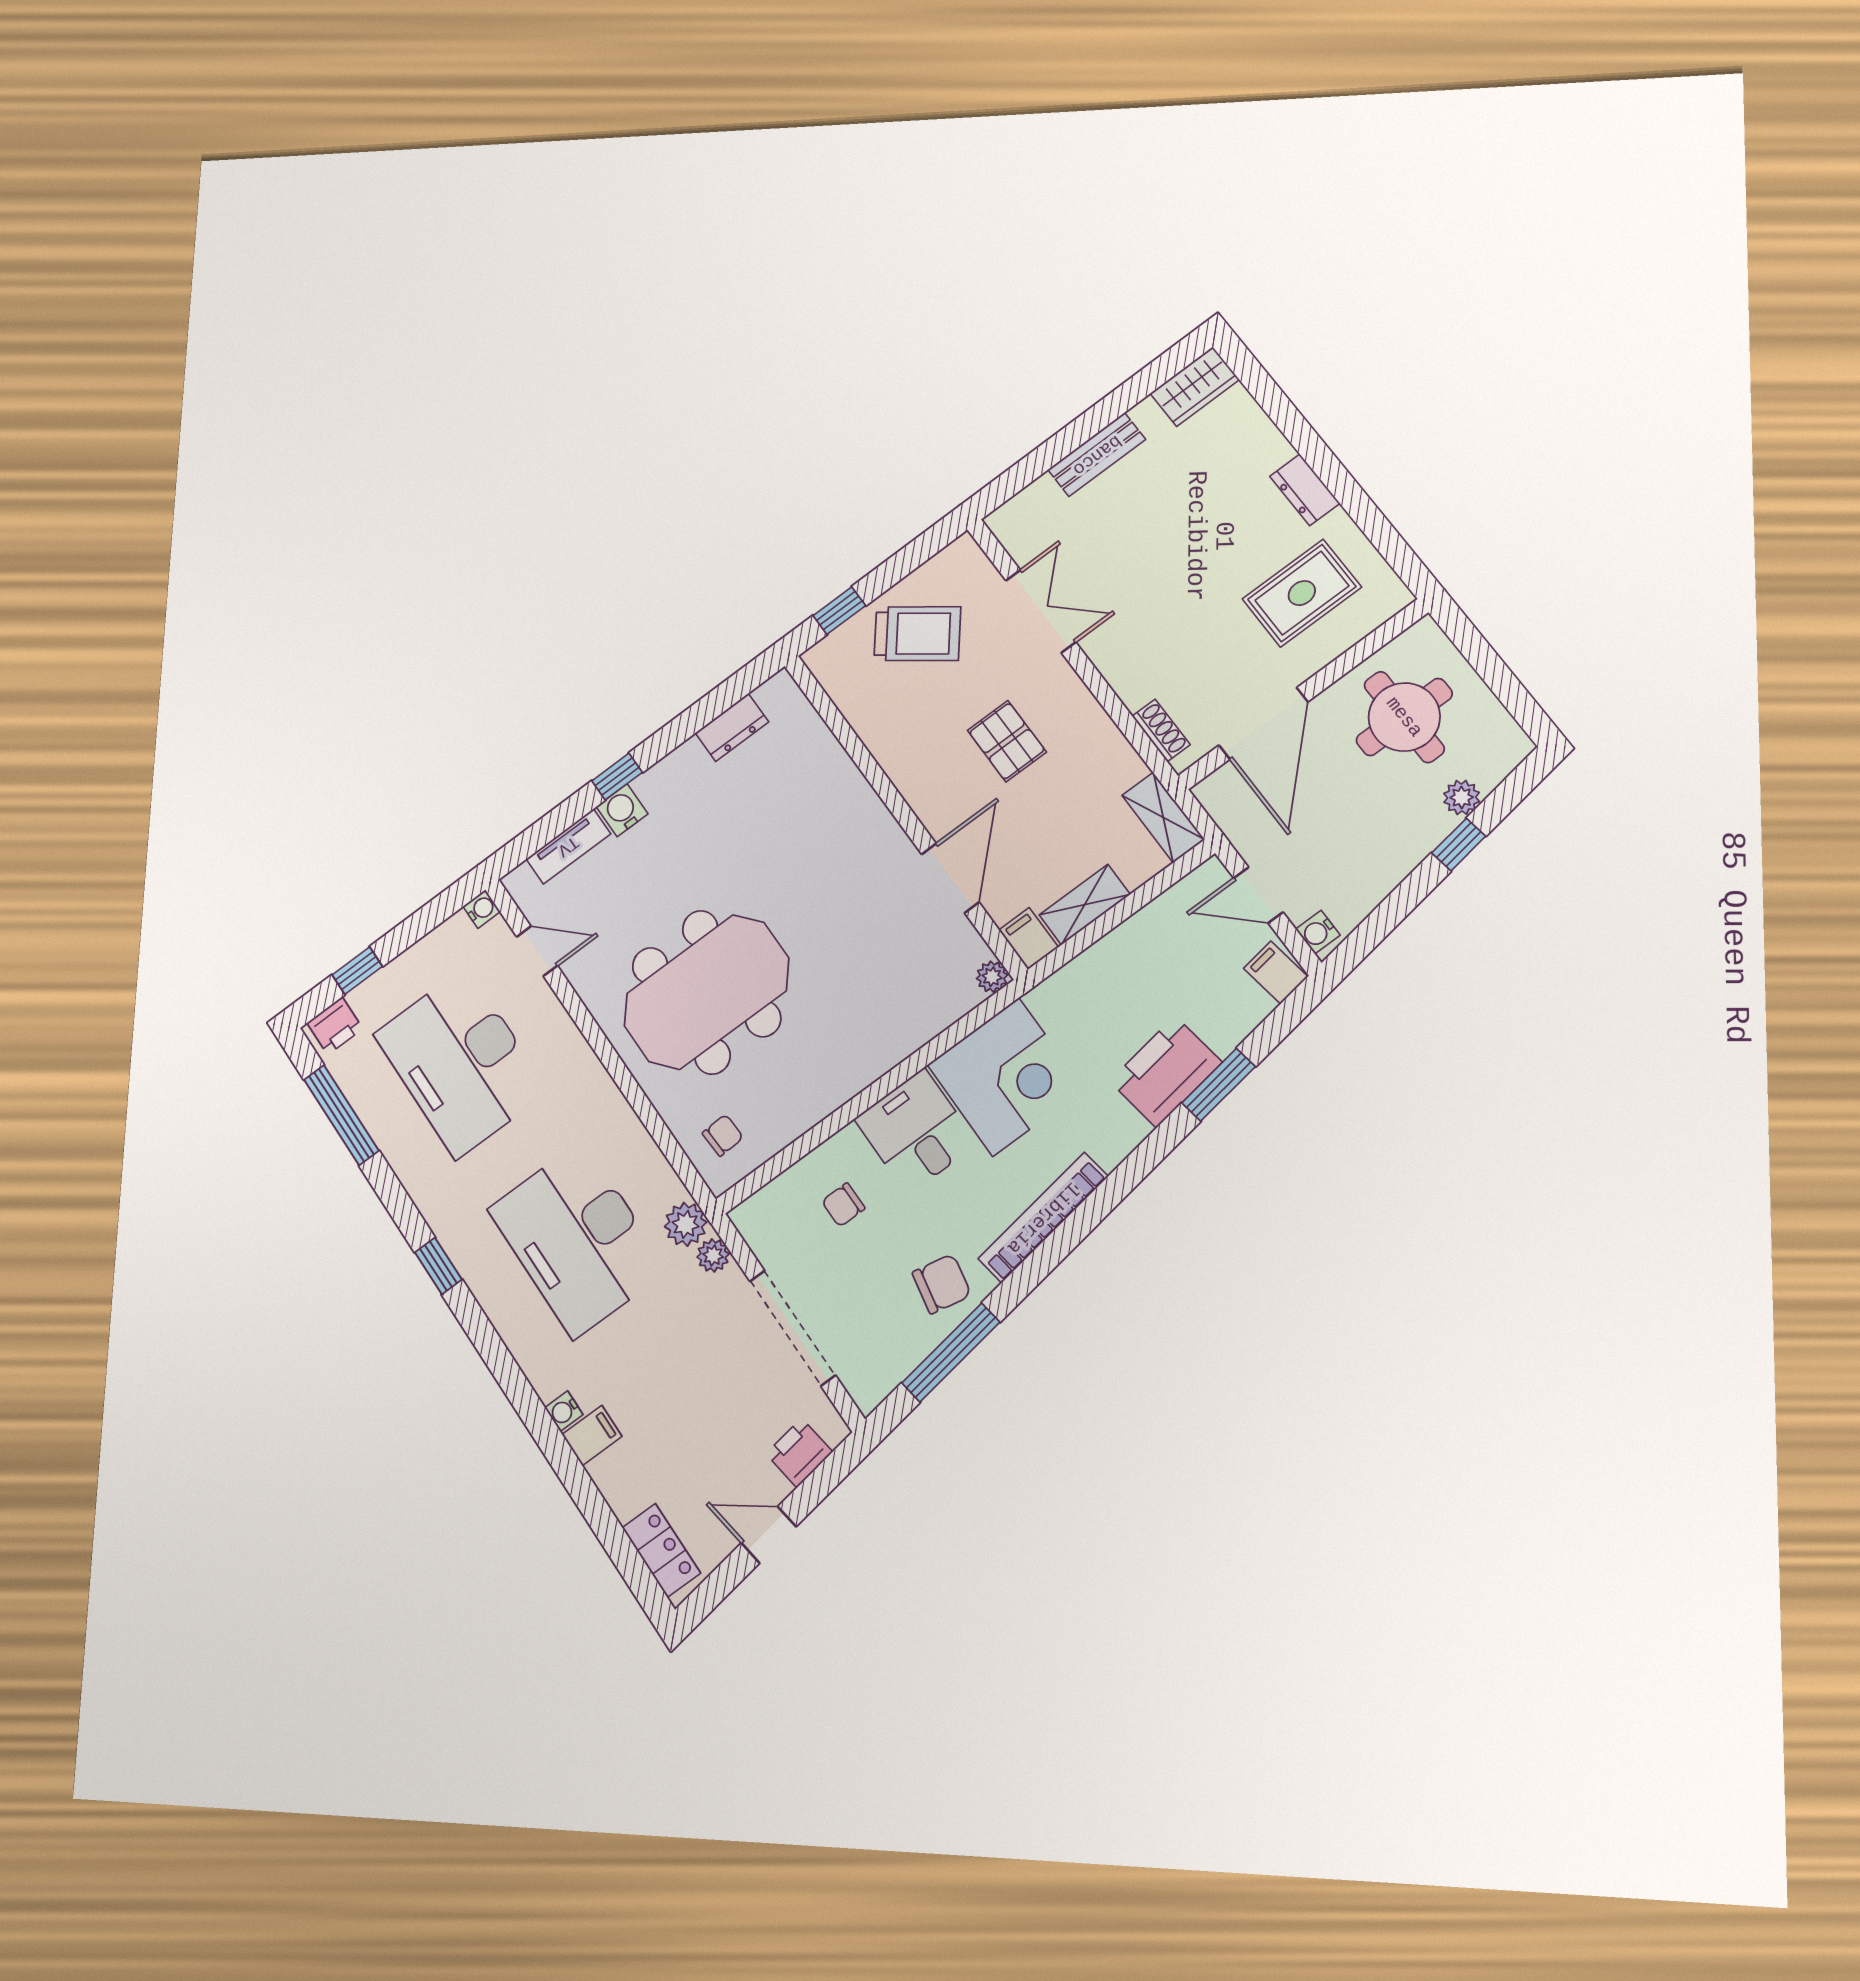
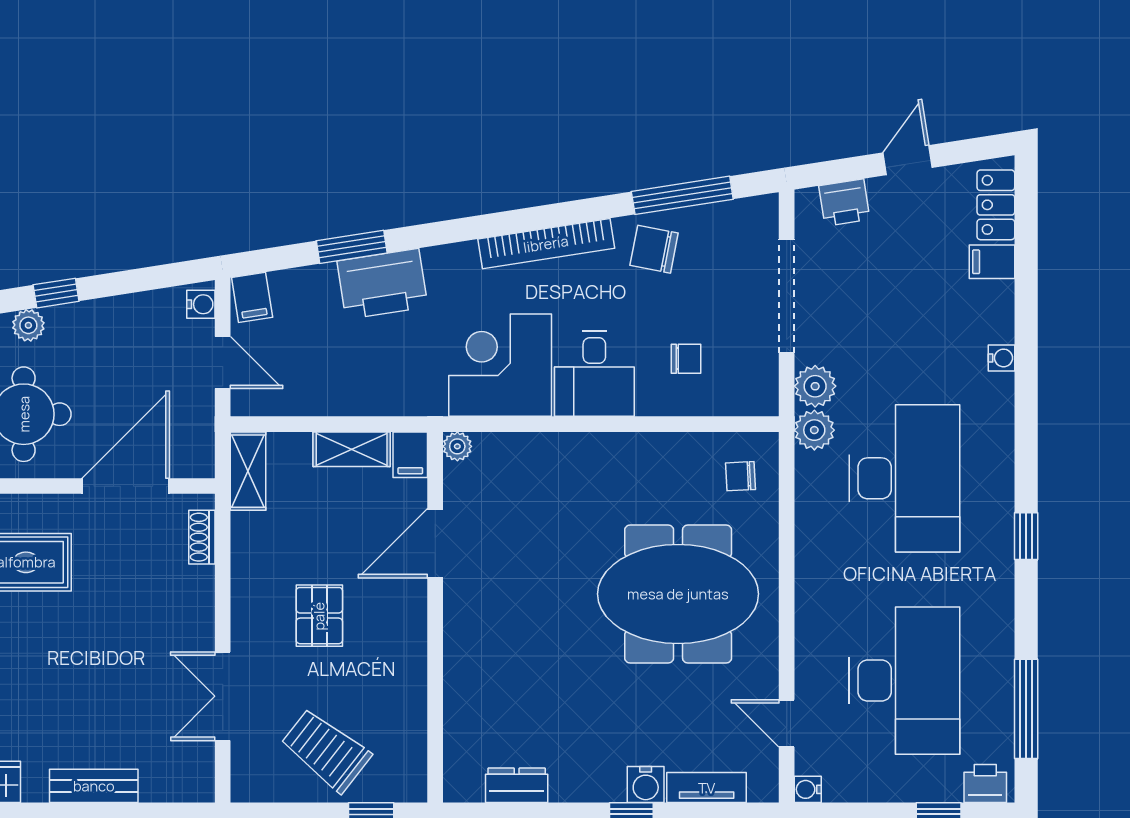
plant: (713, 1255) -> (815, 386), width x1.38, depth x1.38
filing cabinet: (592, 1435) -> (992, 262), moved
door: (769, 1535) -> (908, 160), swing flipped

